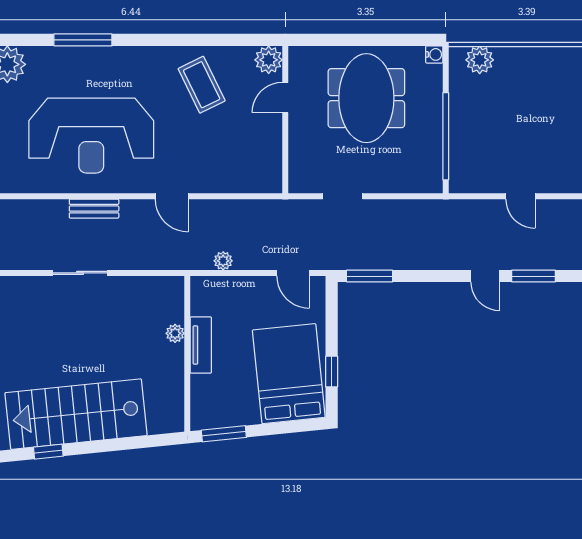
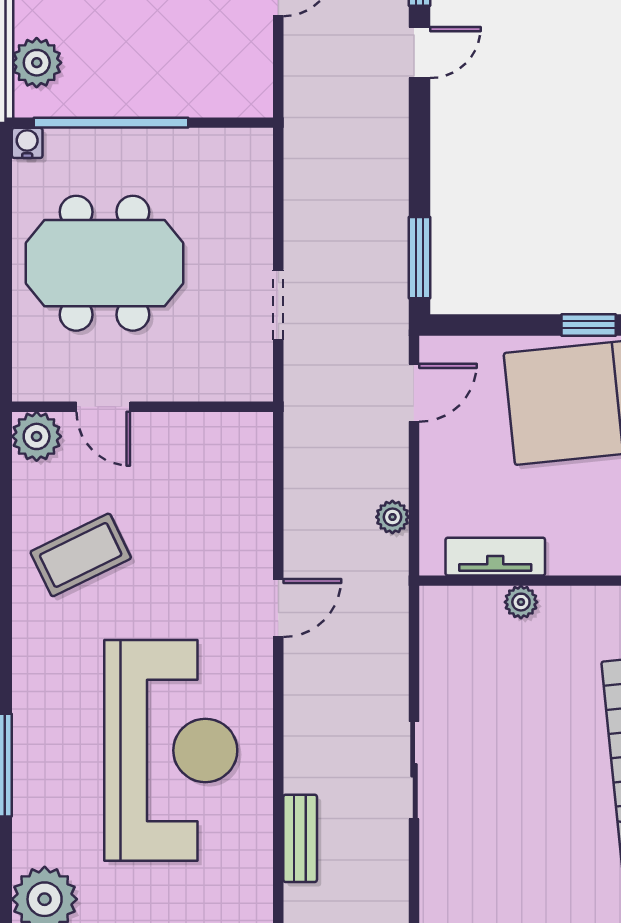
window: (446, 136) -> (111, 123), moved
bench: (94, 209) -> (300, 838), moved
tv unit: (201, 345) -> (495, 557), moved

